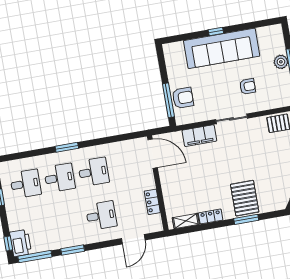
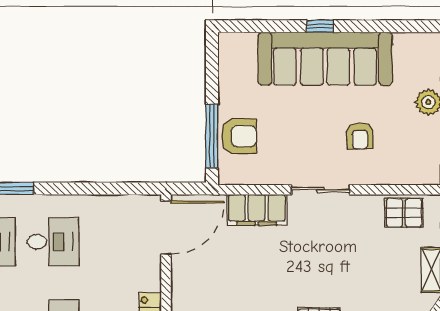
armchair: (248, 86) -> (360, 136), turned 88
door: (153, 154) -> (166, 228), hinge flipped

